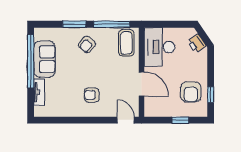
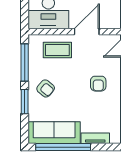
coffee table: (126, 43) -> (57, 50), moved
sofa: (44, 59) -> (54, 133), width x1.36

